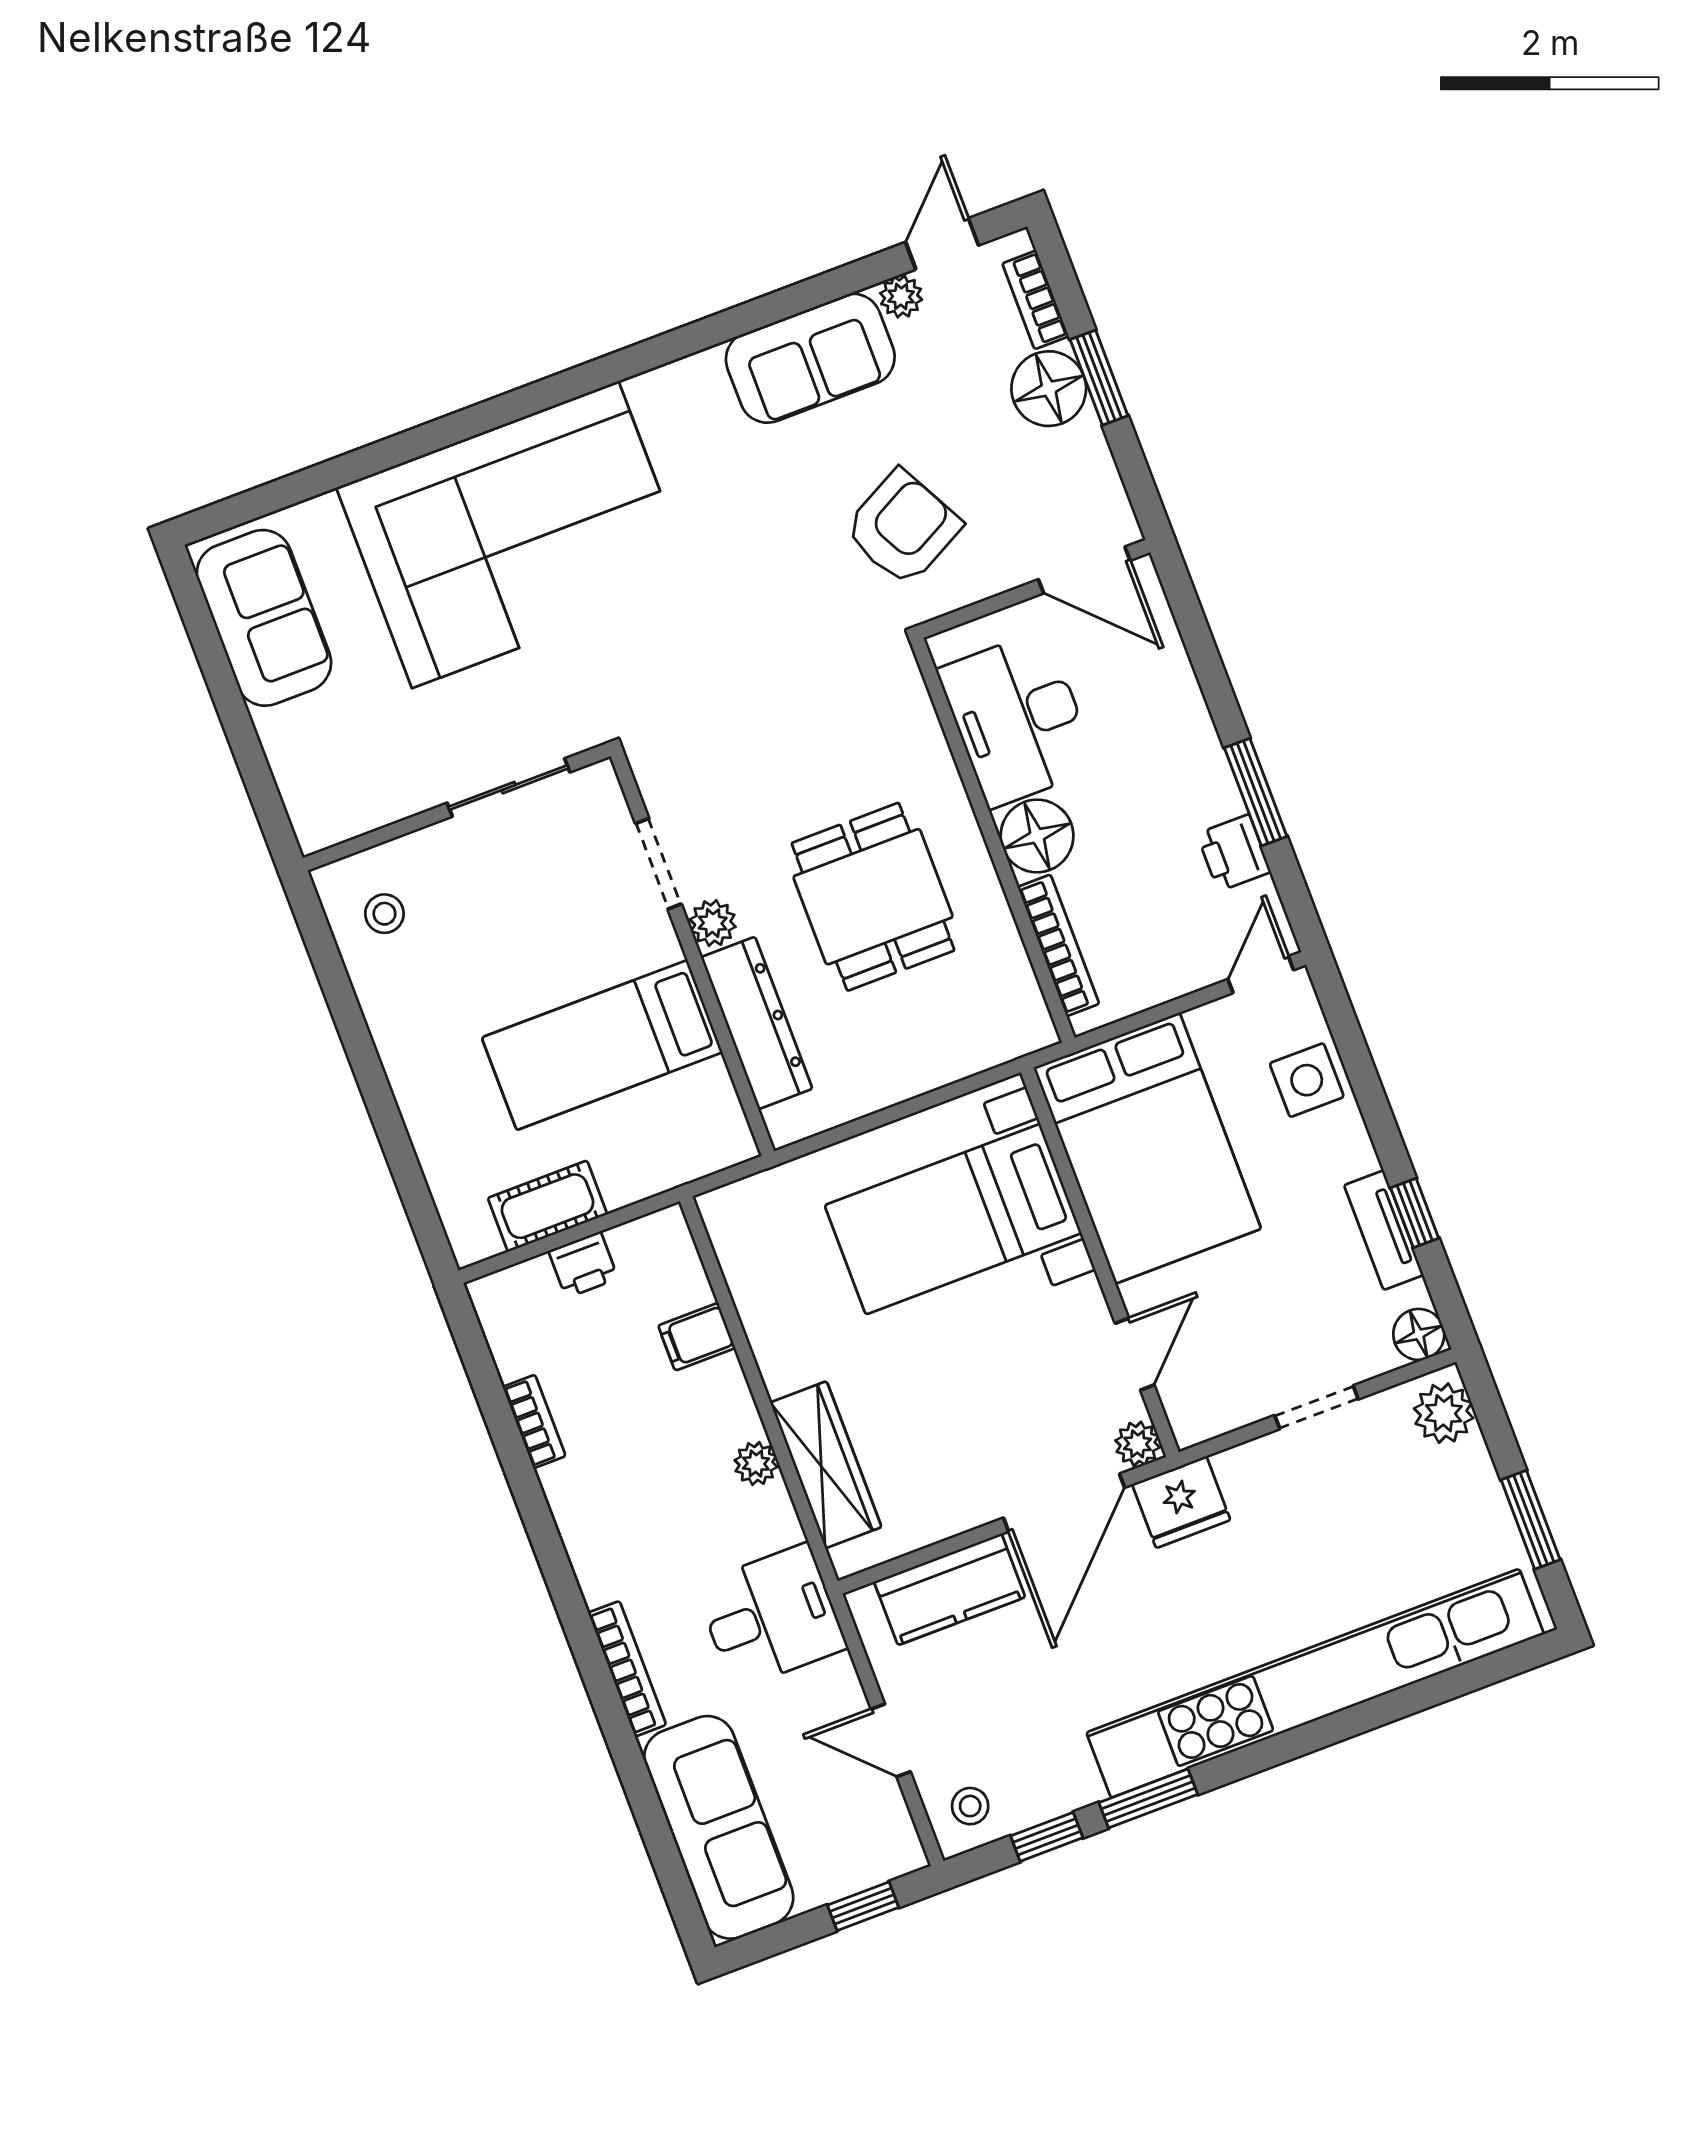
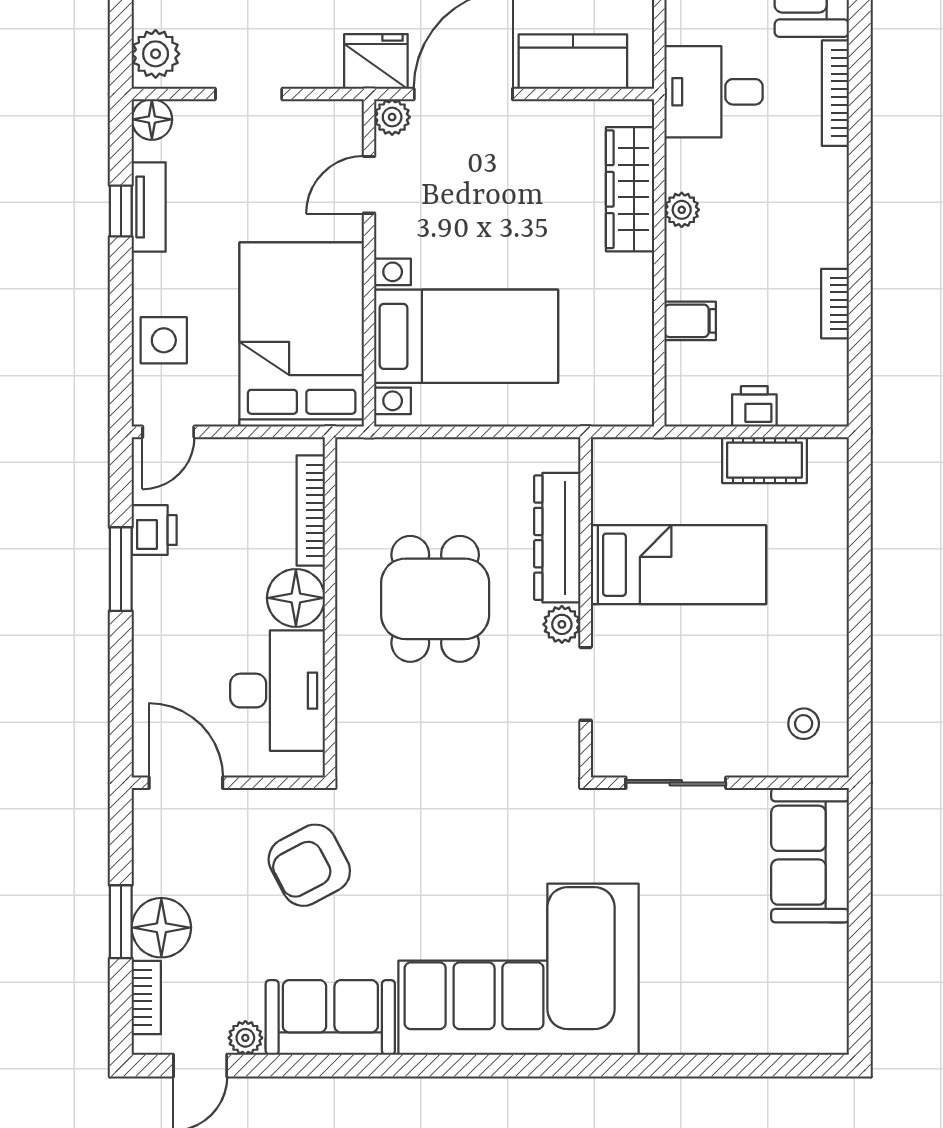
corner sofa: (515, 535) -> (518, 969), moved
sofa: (264, 618) -> (810, 855), moved

